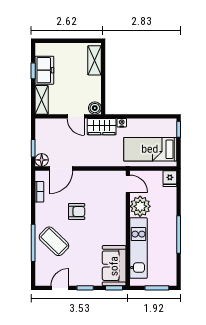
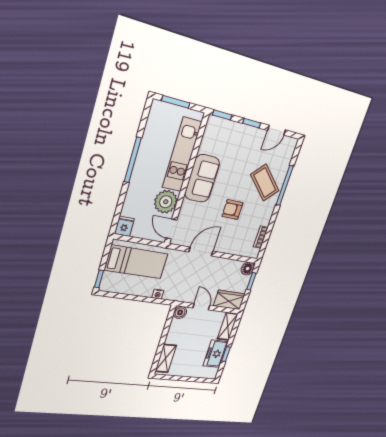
wardrobe: (102, 127) -> (229, 300), moved
door: (61, 168) -> (201, 251), moved
sofa: (114, 266) -> (202, 178), moved

